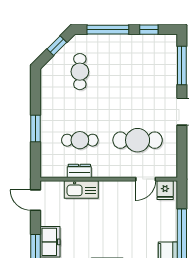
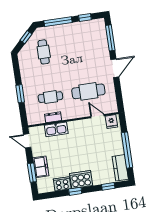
door: (146, 179) -> (97, 116), swing flipped

